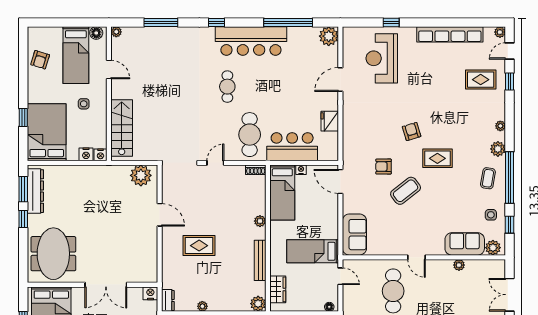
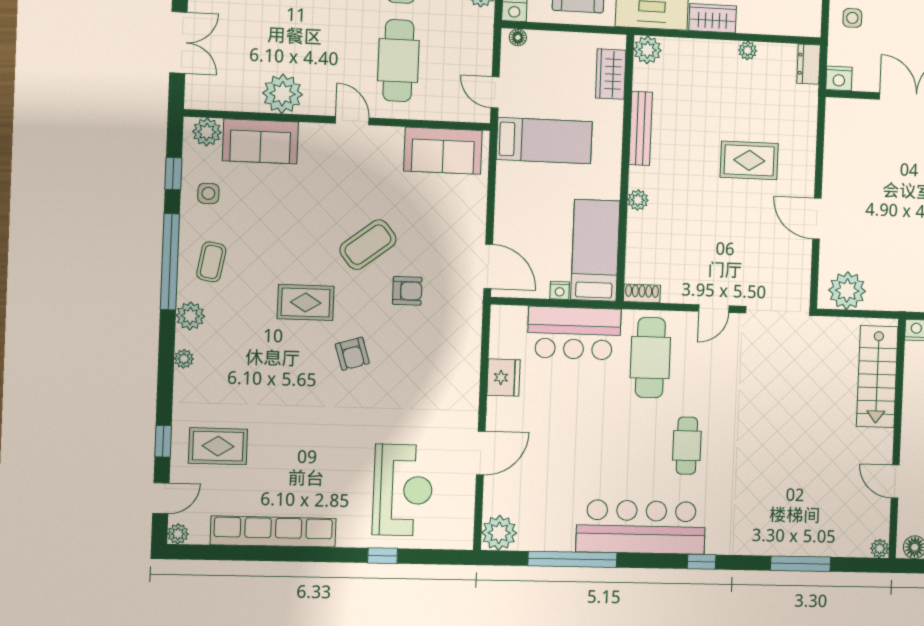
sofa: (354, 235) -> (443, 151), moved, turned -90
plant: (459, 265) -> (282, 94), width x1.87, depth x1.87

